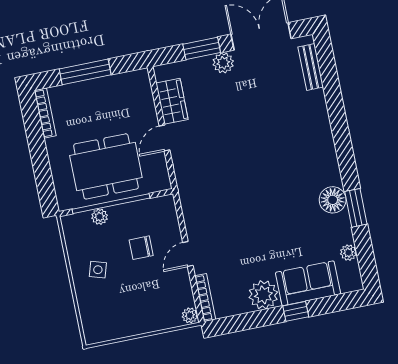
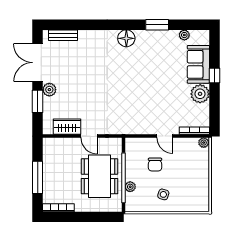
floor lamp: (333, 200) -> (126, 38), moved

